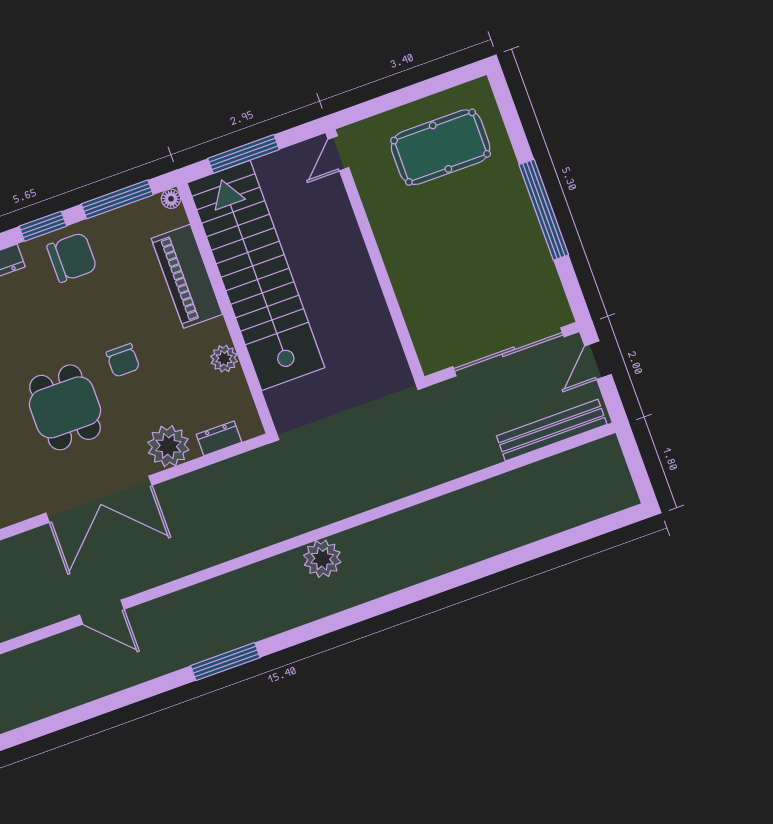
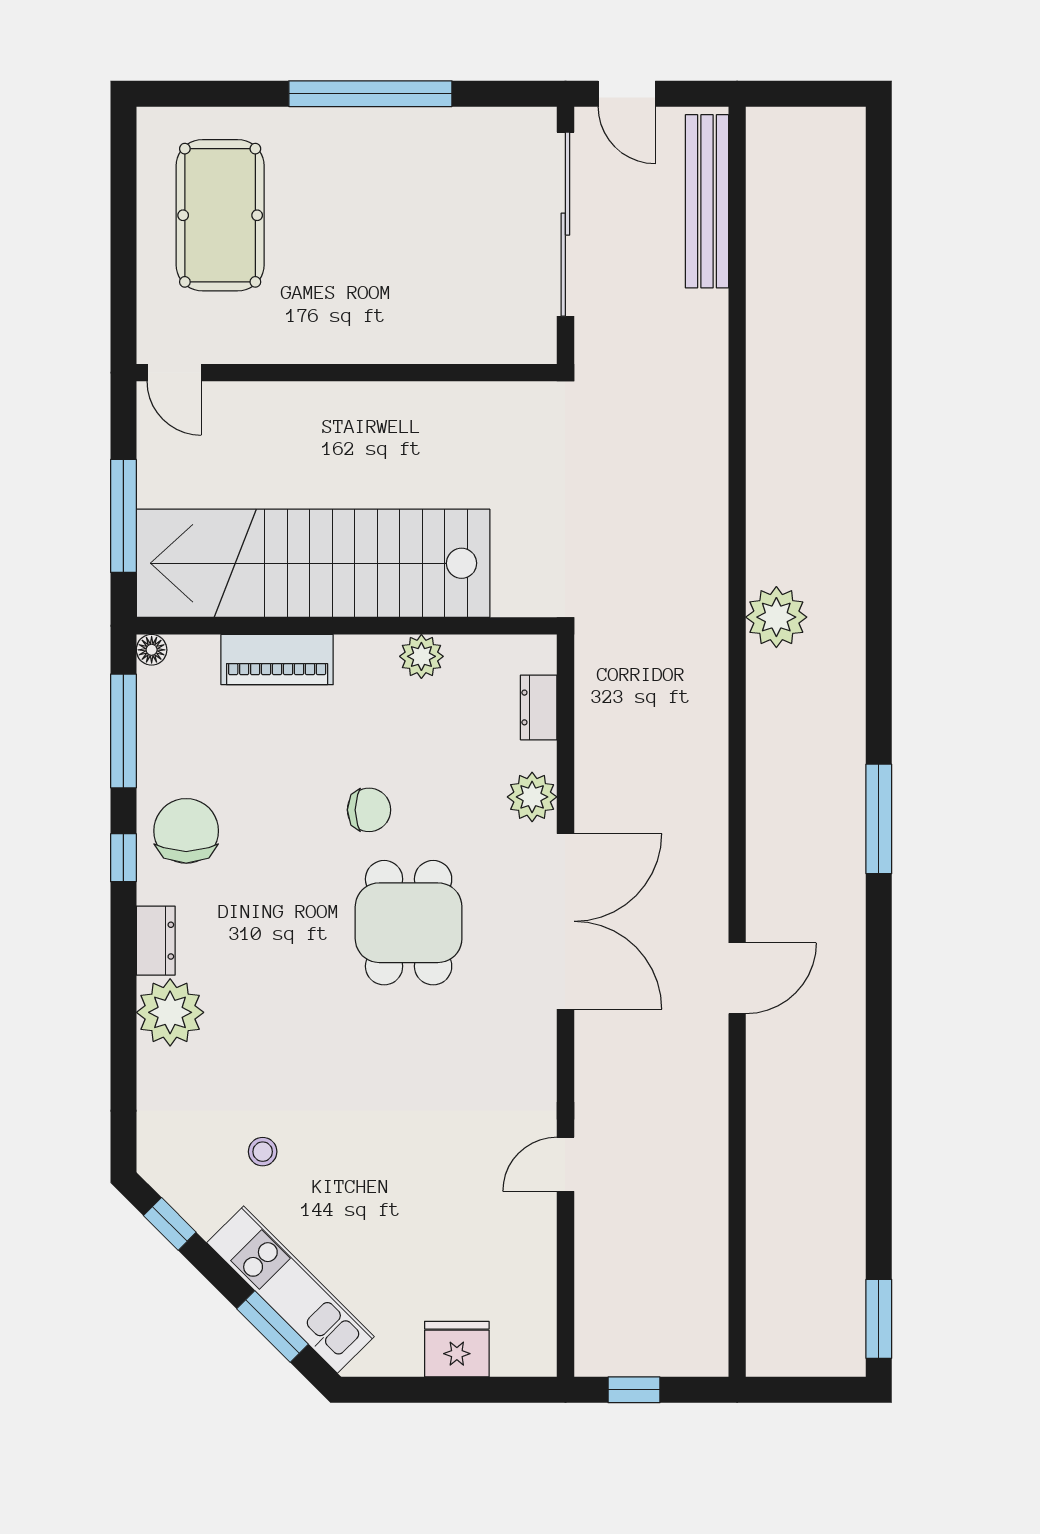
window: (43, 226) -> (123, 858), width x0.67
piano: (187, 276) -> (277, 660), width x0.73, depth x0.75
dining table: (65, 407) -> (409, 923), turned 90
plant: (168, 446) -> (532, 797), width x0.73, depth x0.73

